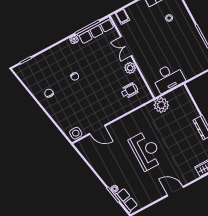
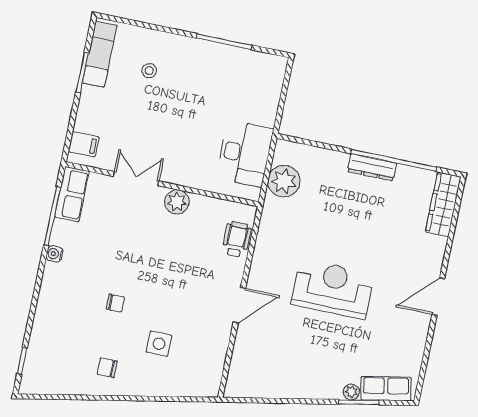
row of seats: (96, 30) -> (72, 194), width x0.68
double door: (126, 46) -> (136, 179), swing flipped
wheelchair: (129, 90) -> (237, 239), moved
plant: (161, 105) -> (284, 181), moved
door: (97, 130) -> (239, 305), moved
side table: (76, 133) -> (159, 344), moved

